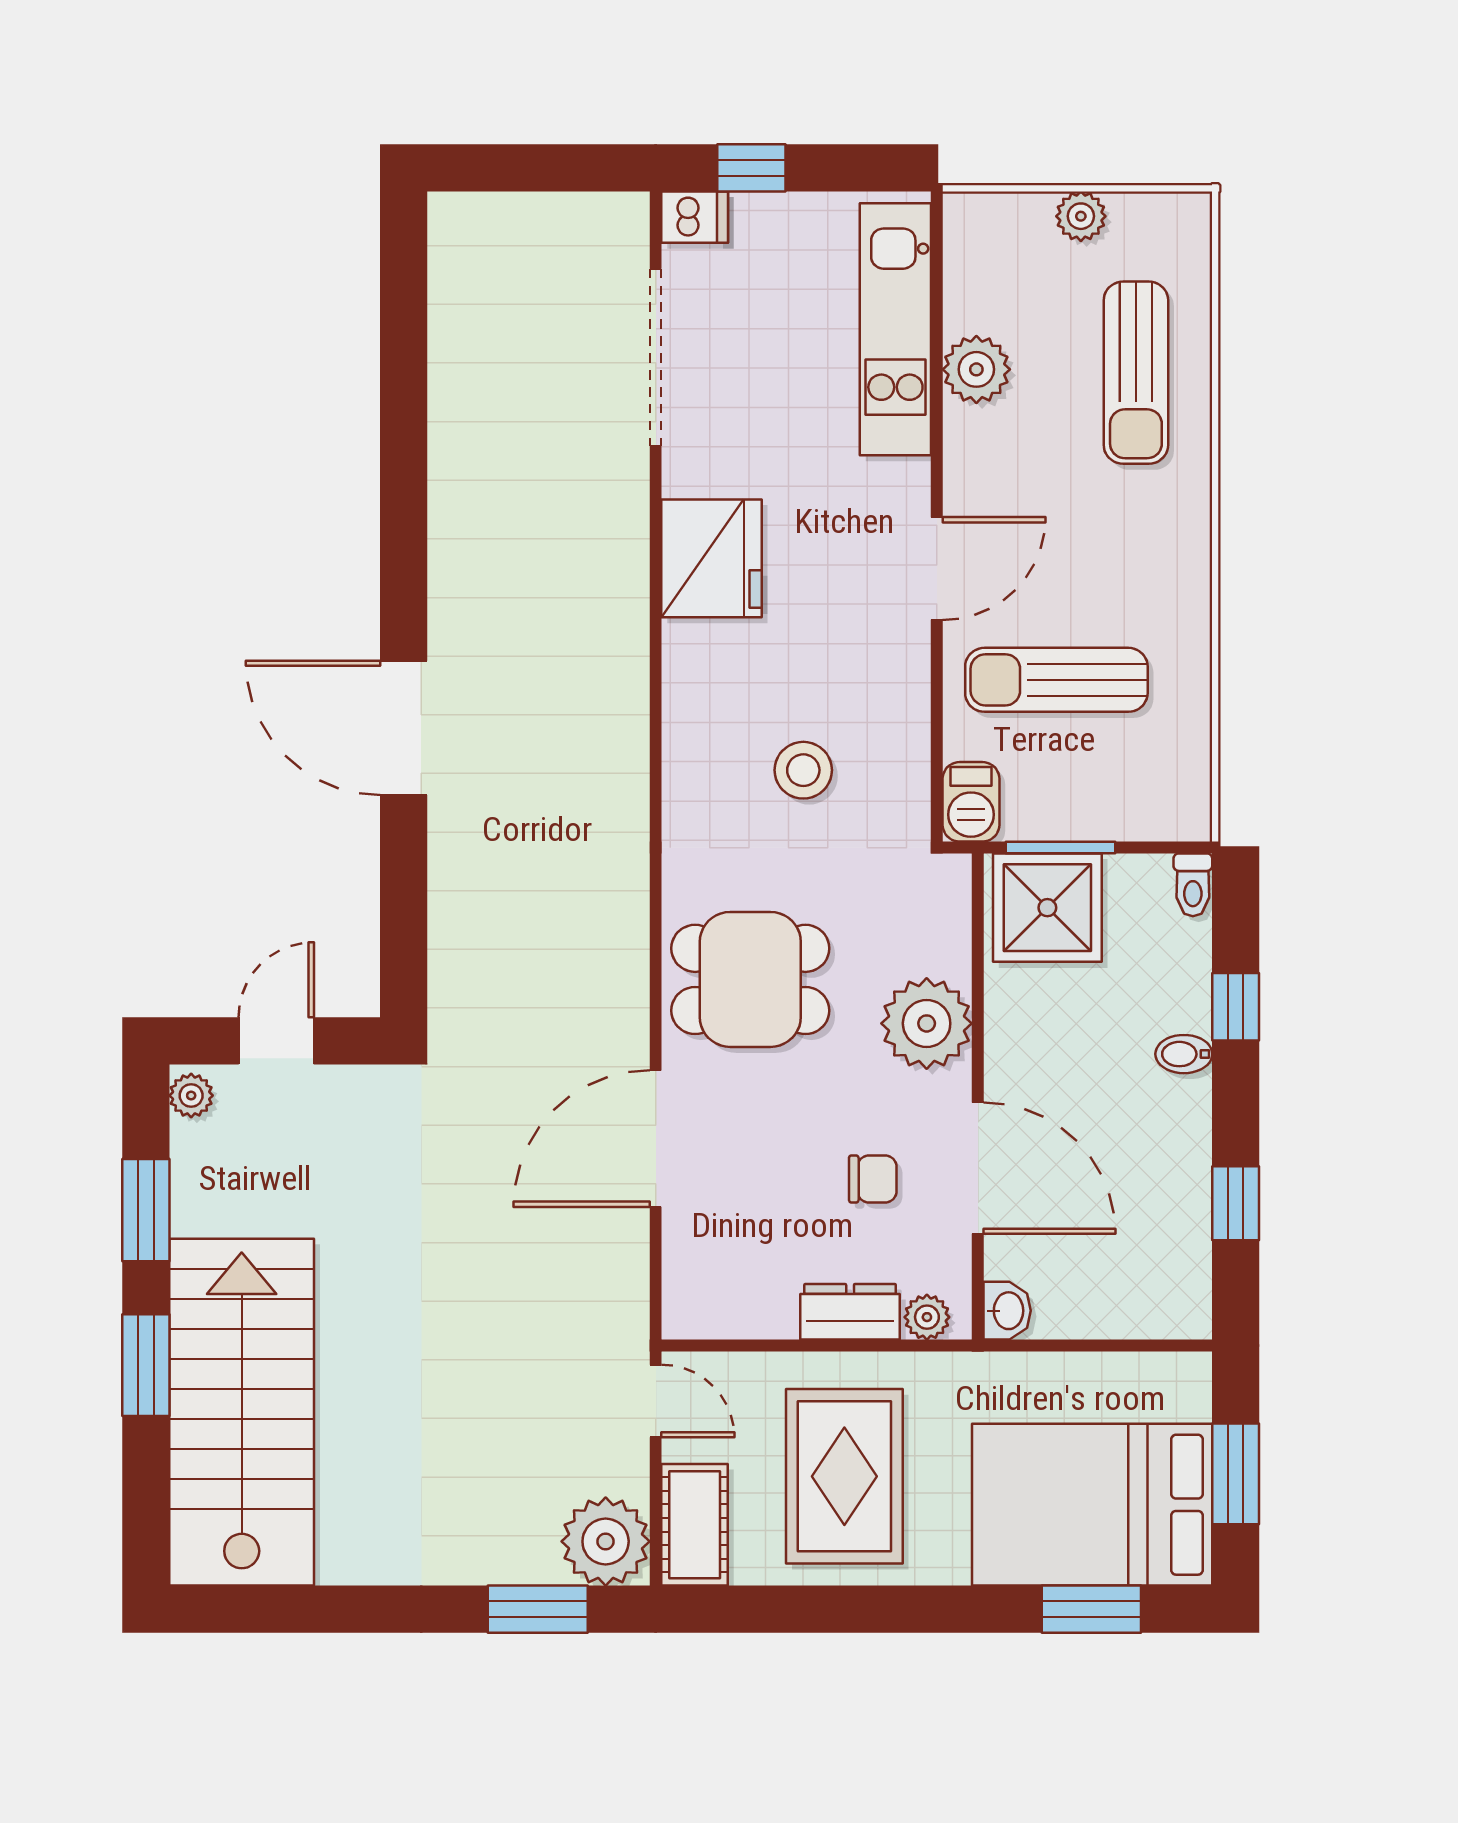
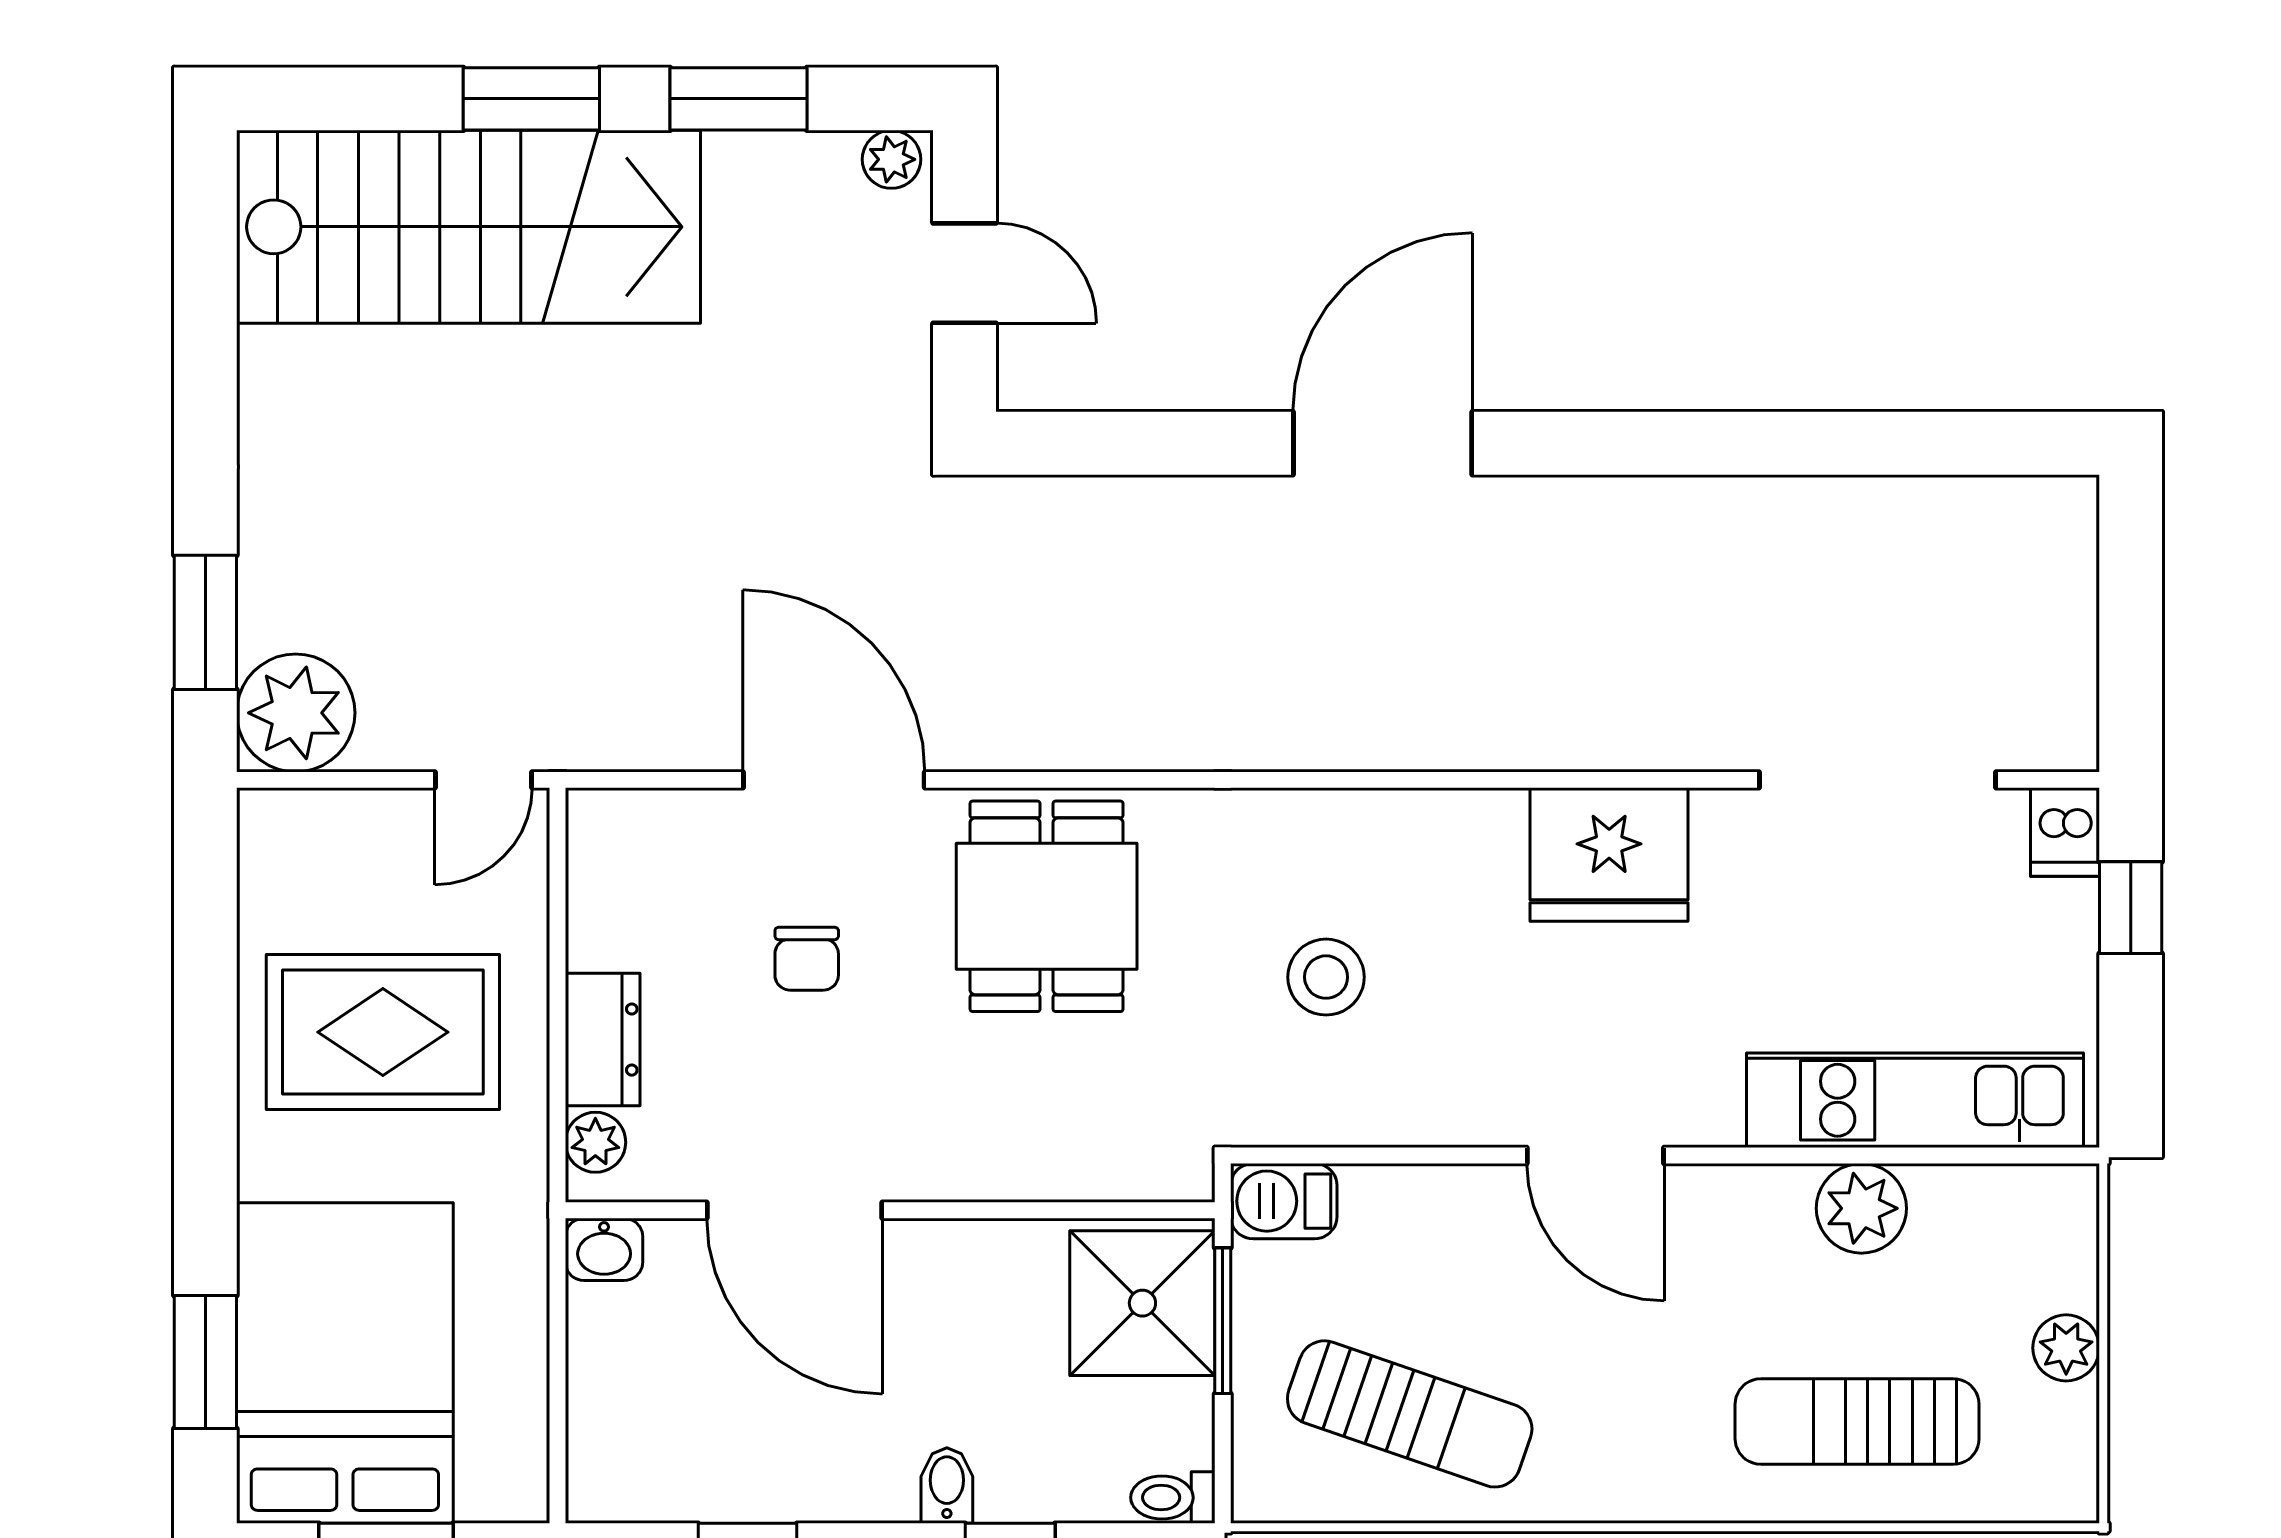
sun lounger: (1056, 680) -> (1410, 1414), moved, turned 109
plant: (927, 1023) -> (988, 1142), removed
door: (978, 1168) -> (794, 1210), hinge flipped
chair: (873, 1179) -> (807, 959), moved
cot: (695, 1525) -> (318, 832), removed

